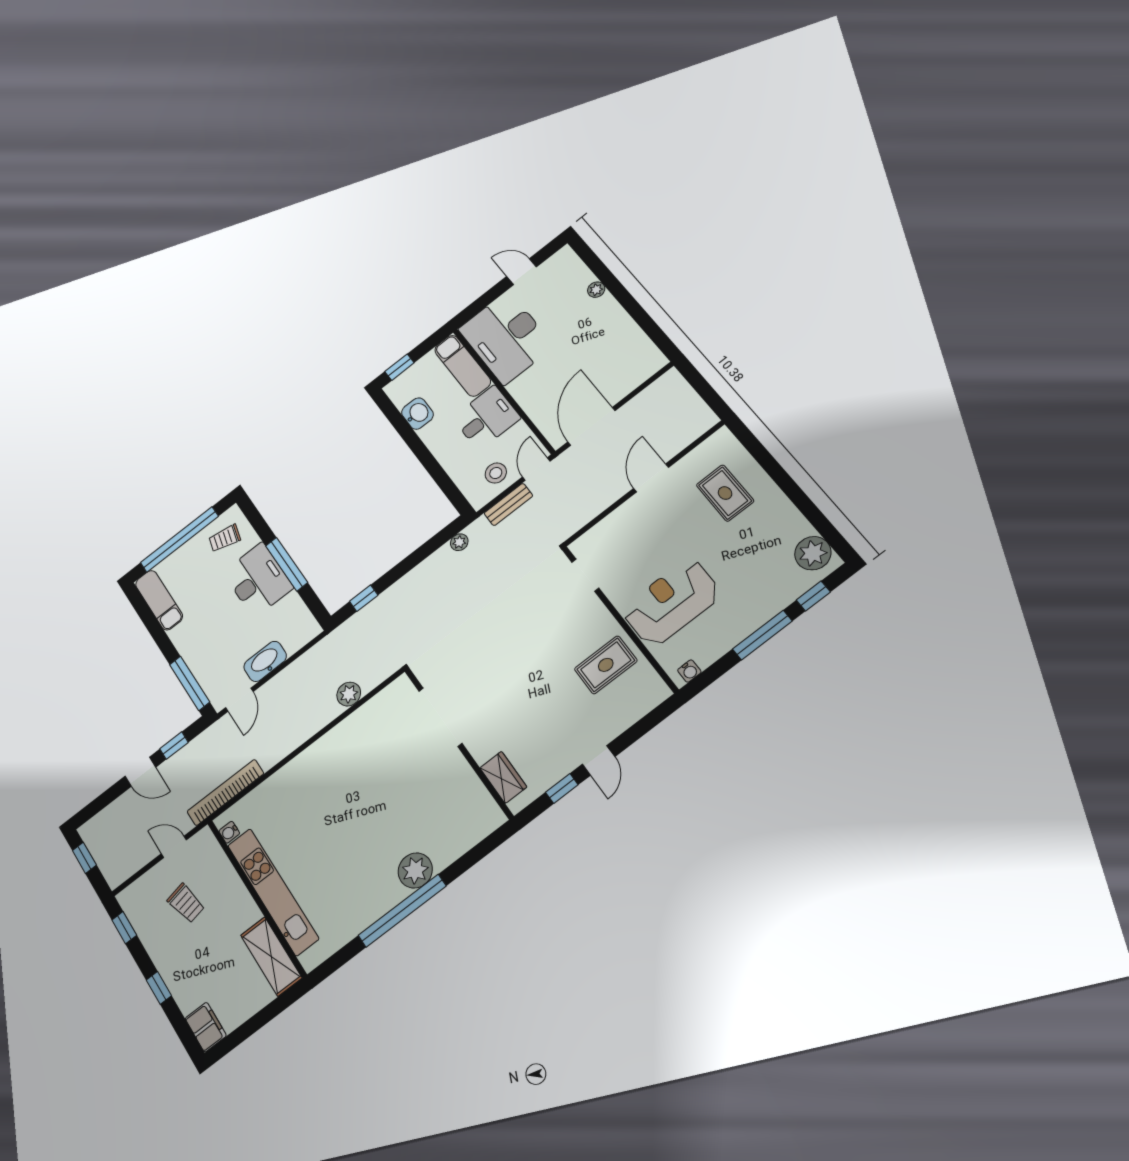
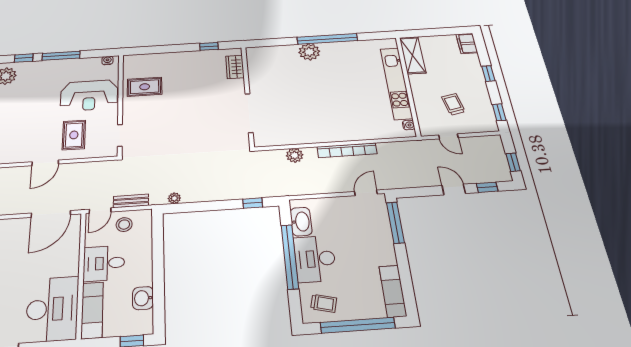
rug: (725, 493) -> (74, 135), moved
window: (287, 564) -> (290, 256), width x1.46
washbasin: (265, 661) -> (301, 222), moved, turned -90
window: (174, 746) -> (487, 187), moved
door: (599, 760) -> (182, 48), removed
bookcase: (225, 793) -> (347, 150), moved

